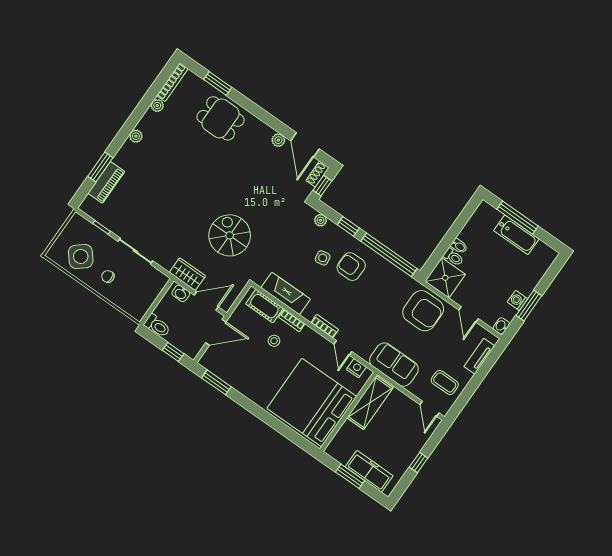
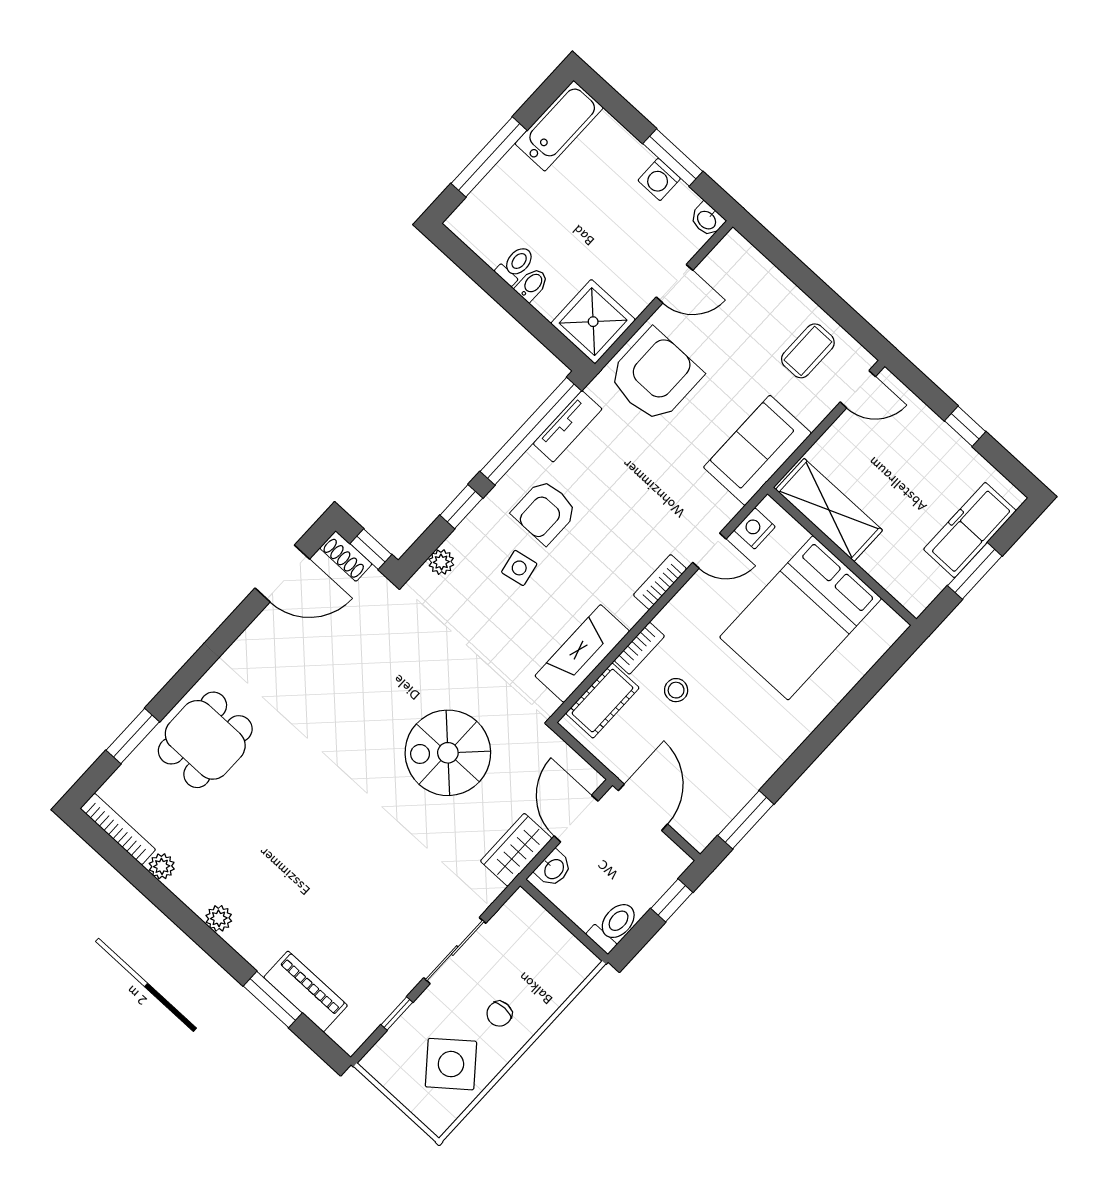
plant: (278, 140) -> (265, 627), removed
bathtub: (516, 235) -> (559, 126), moved
toilet: (453, 257) -> (515, 265), moved
tv unit: (479, 356) -> (568, 426), moved, turned -90
bed: (312, 402) -> (801, 618), width x0.73

